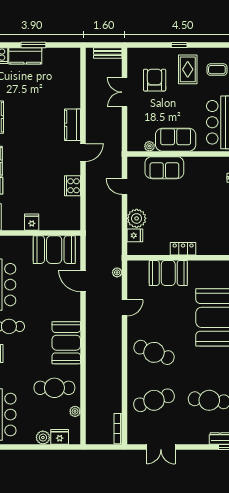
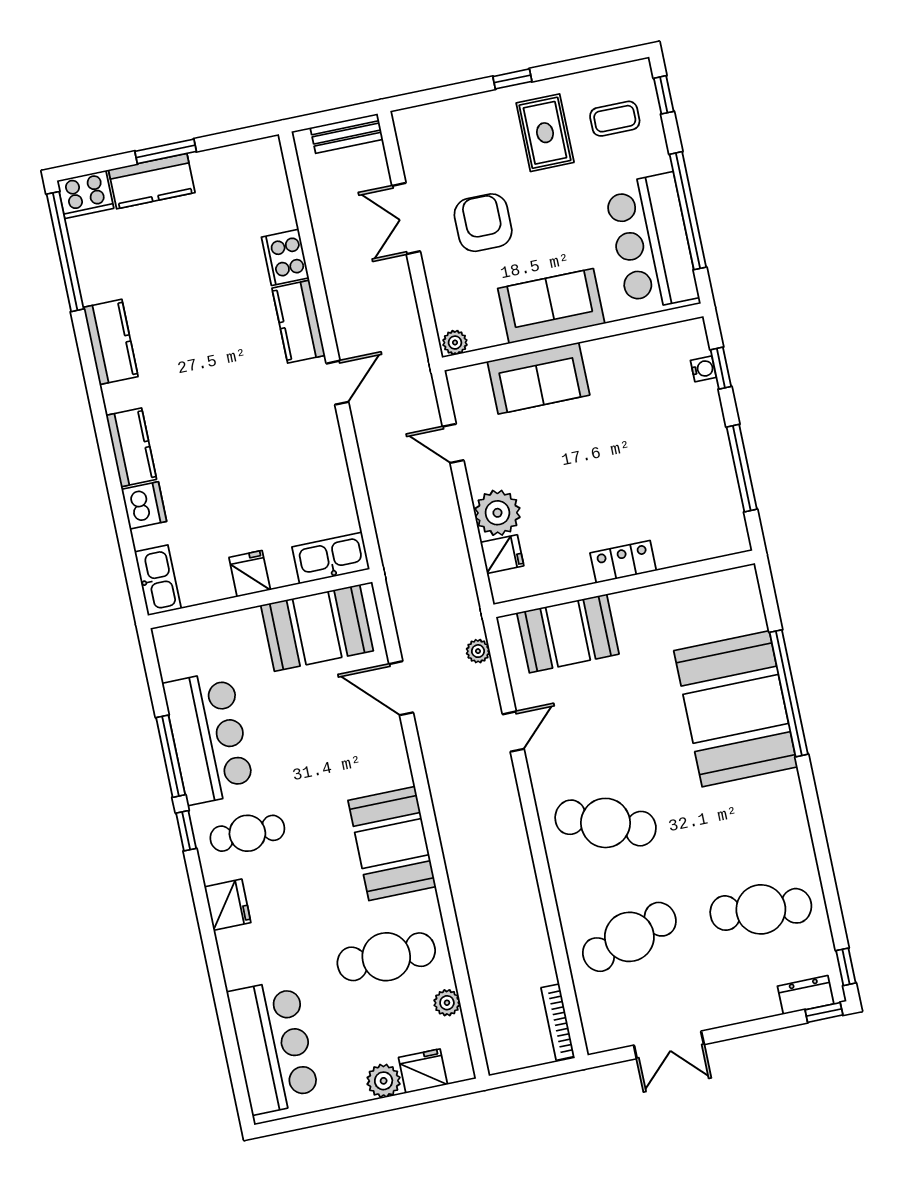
armchair: (155, 80) -> (483, 223), moved
plant: (149, 146) -> (455, 343), moved
cooker: (73, 186) -> (285, 257), moved
kitchen sink: (66, 223) -> (331, 558), added
booth: (168, 273) -> (568, 633), moved

